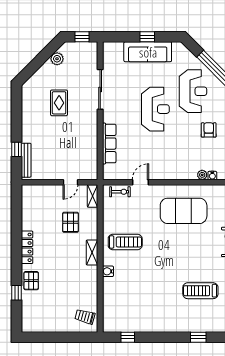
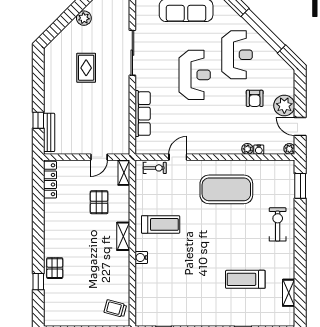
armchair: (209, 130) -> (255, 98), turned 180
locker: (27, 247) -> (50, 180), moved

